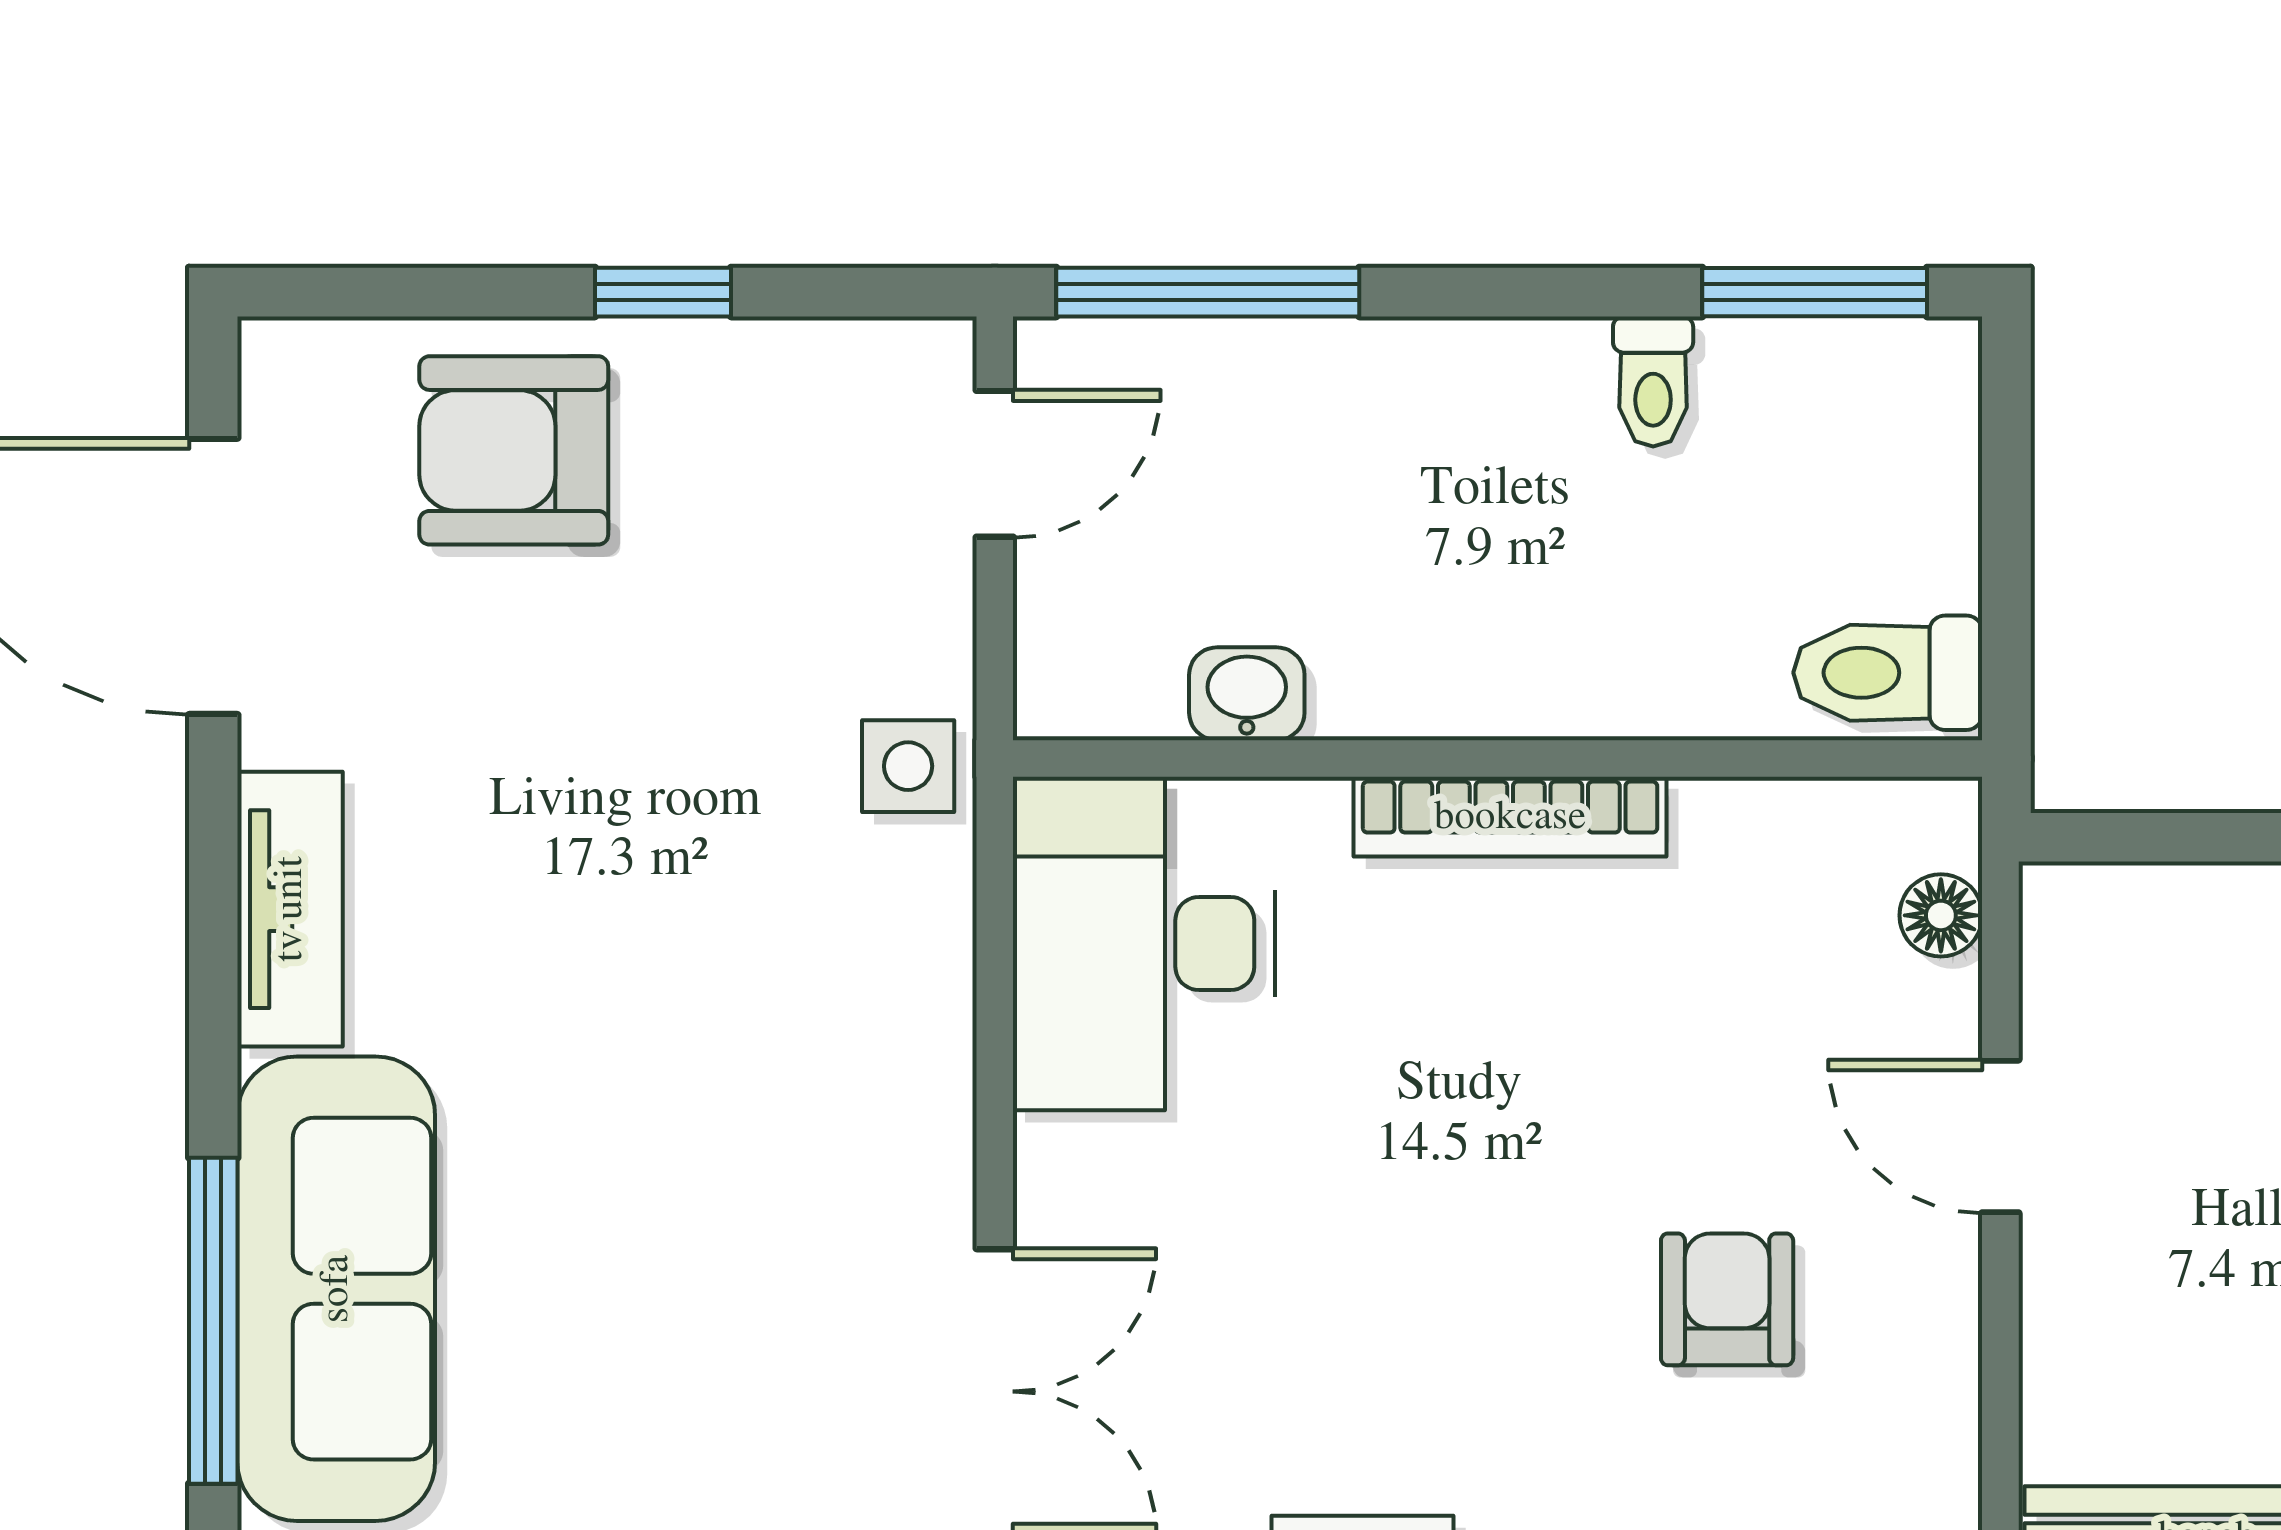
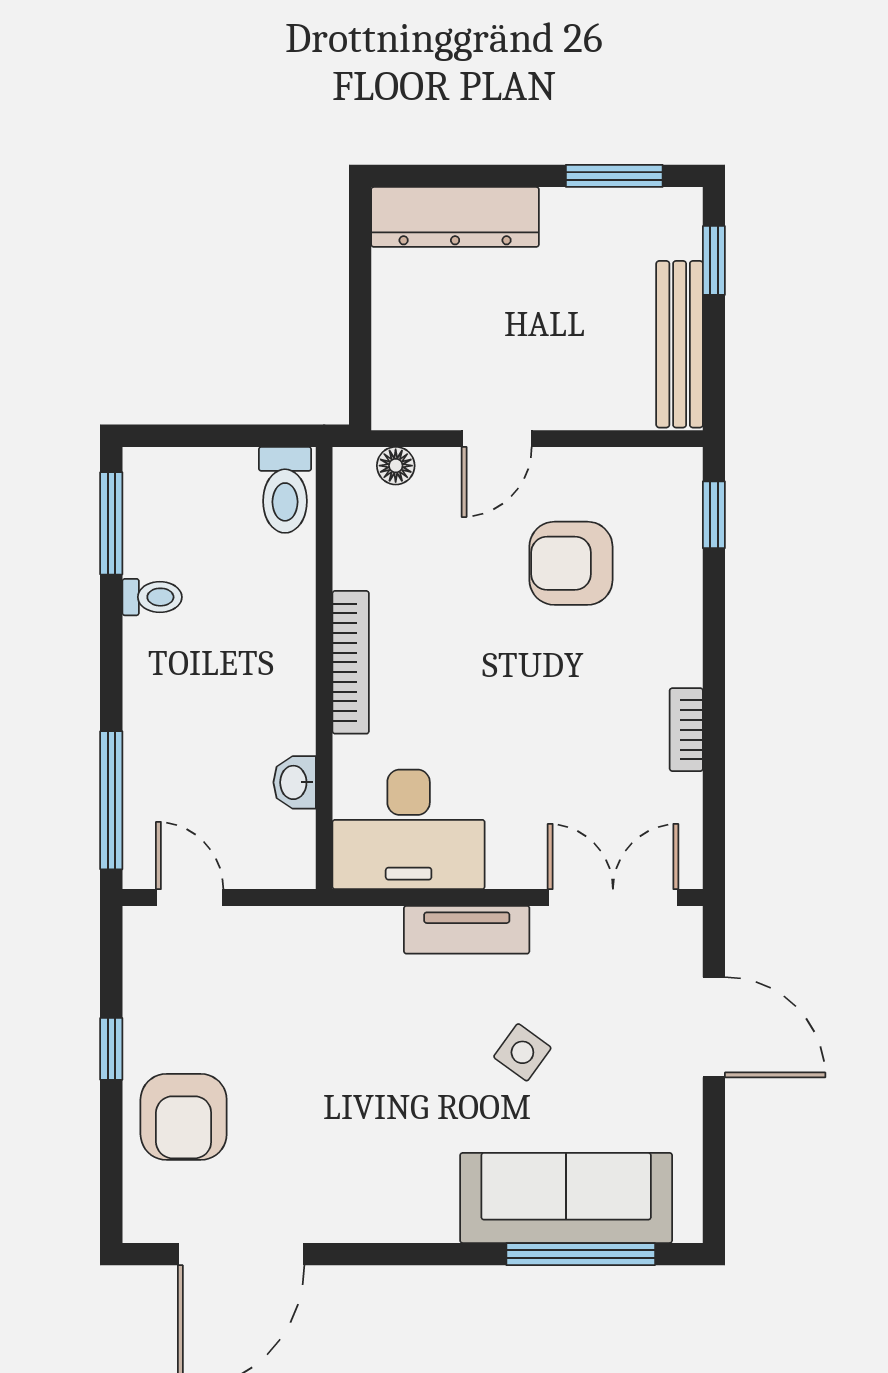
side table: (908, 766) -> (522, 1052), moved, turned 36
tv unit: (290, 909) -> (467, 930), moved, turned 180
armchair: (1727, 1299) -> (571, 563), width x1.38, depth x1.38

